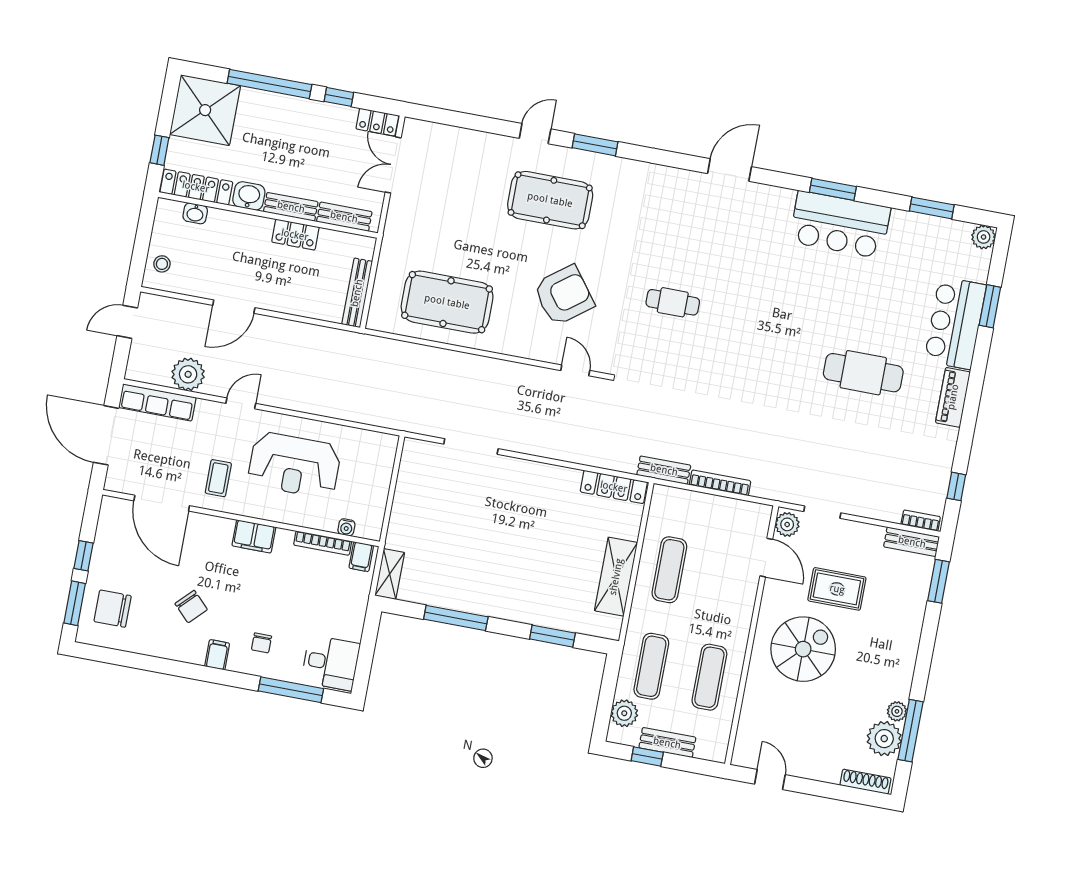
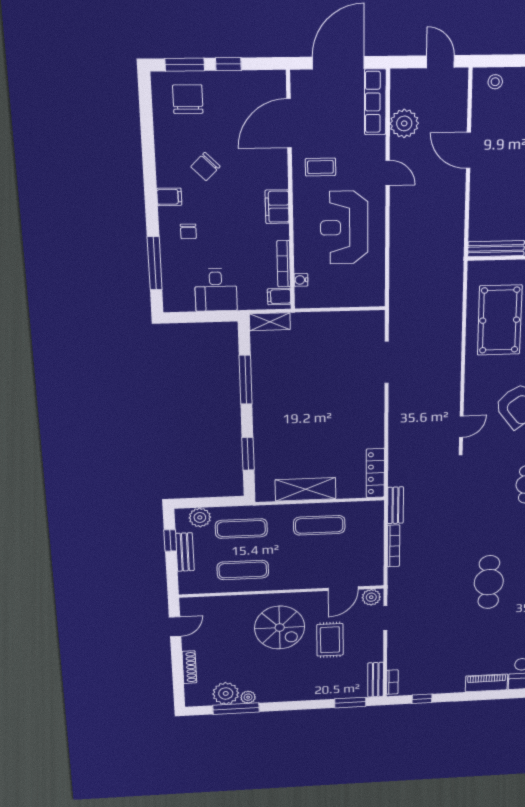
cafe table: (863, 373) -> (489, 582), moved
chair: (261, 643) -> (188, 231), turned -90
desk: (331, 663) -> (216, 290), moved
shoe rack: (865, 782) -> (189, 667), moved

